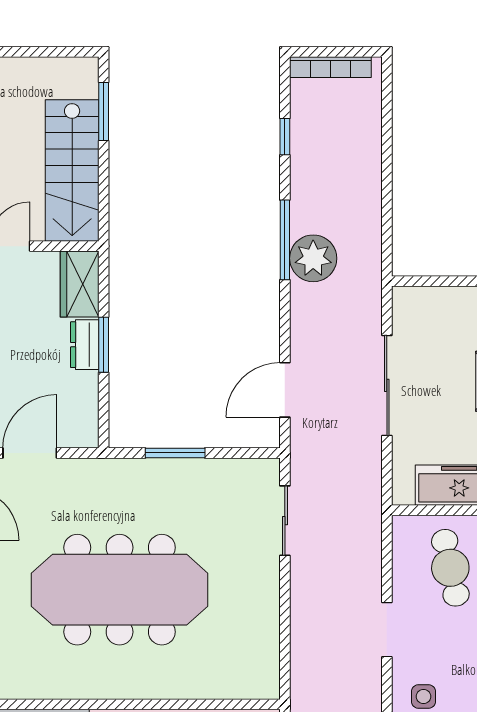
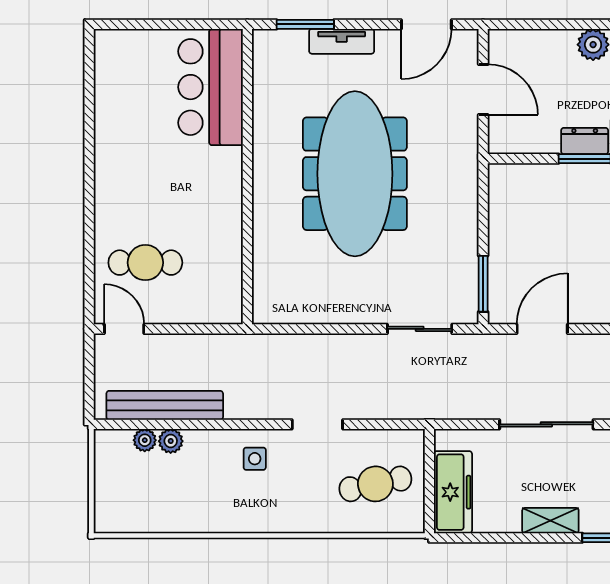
door: (285, 390) -> (542, 329), hinge flipped
window: (175, 453) -> (483, 284), moved

